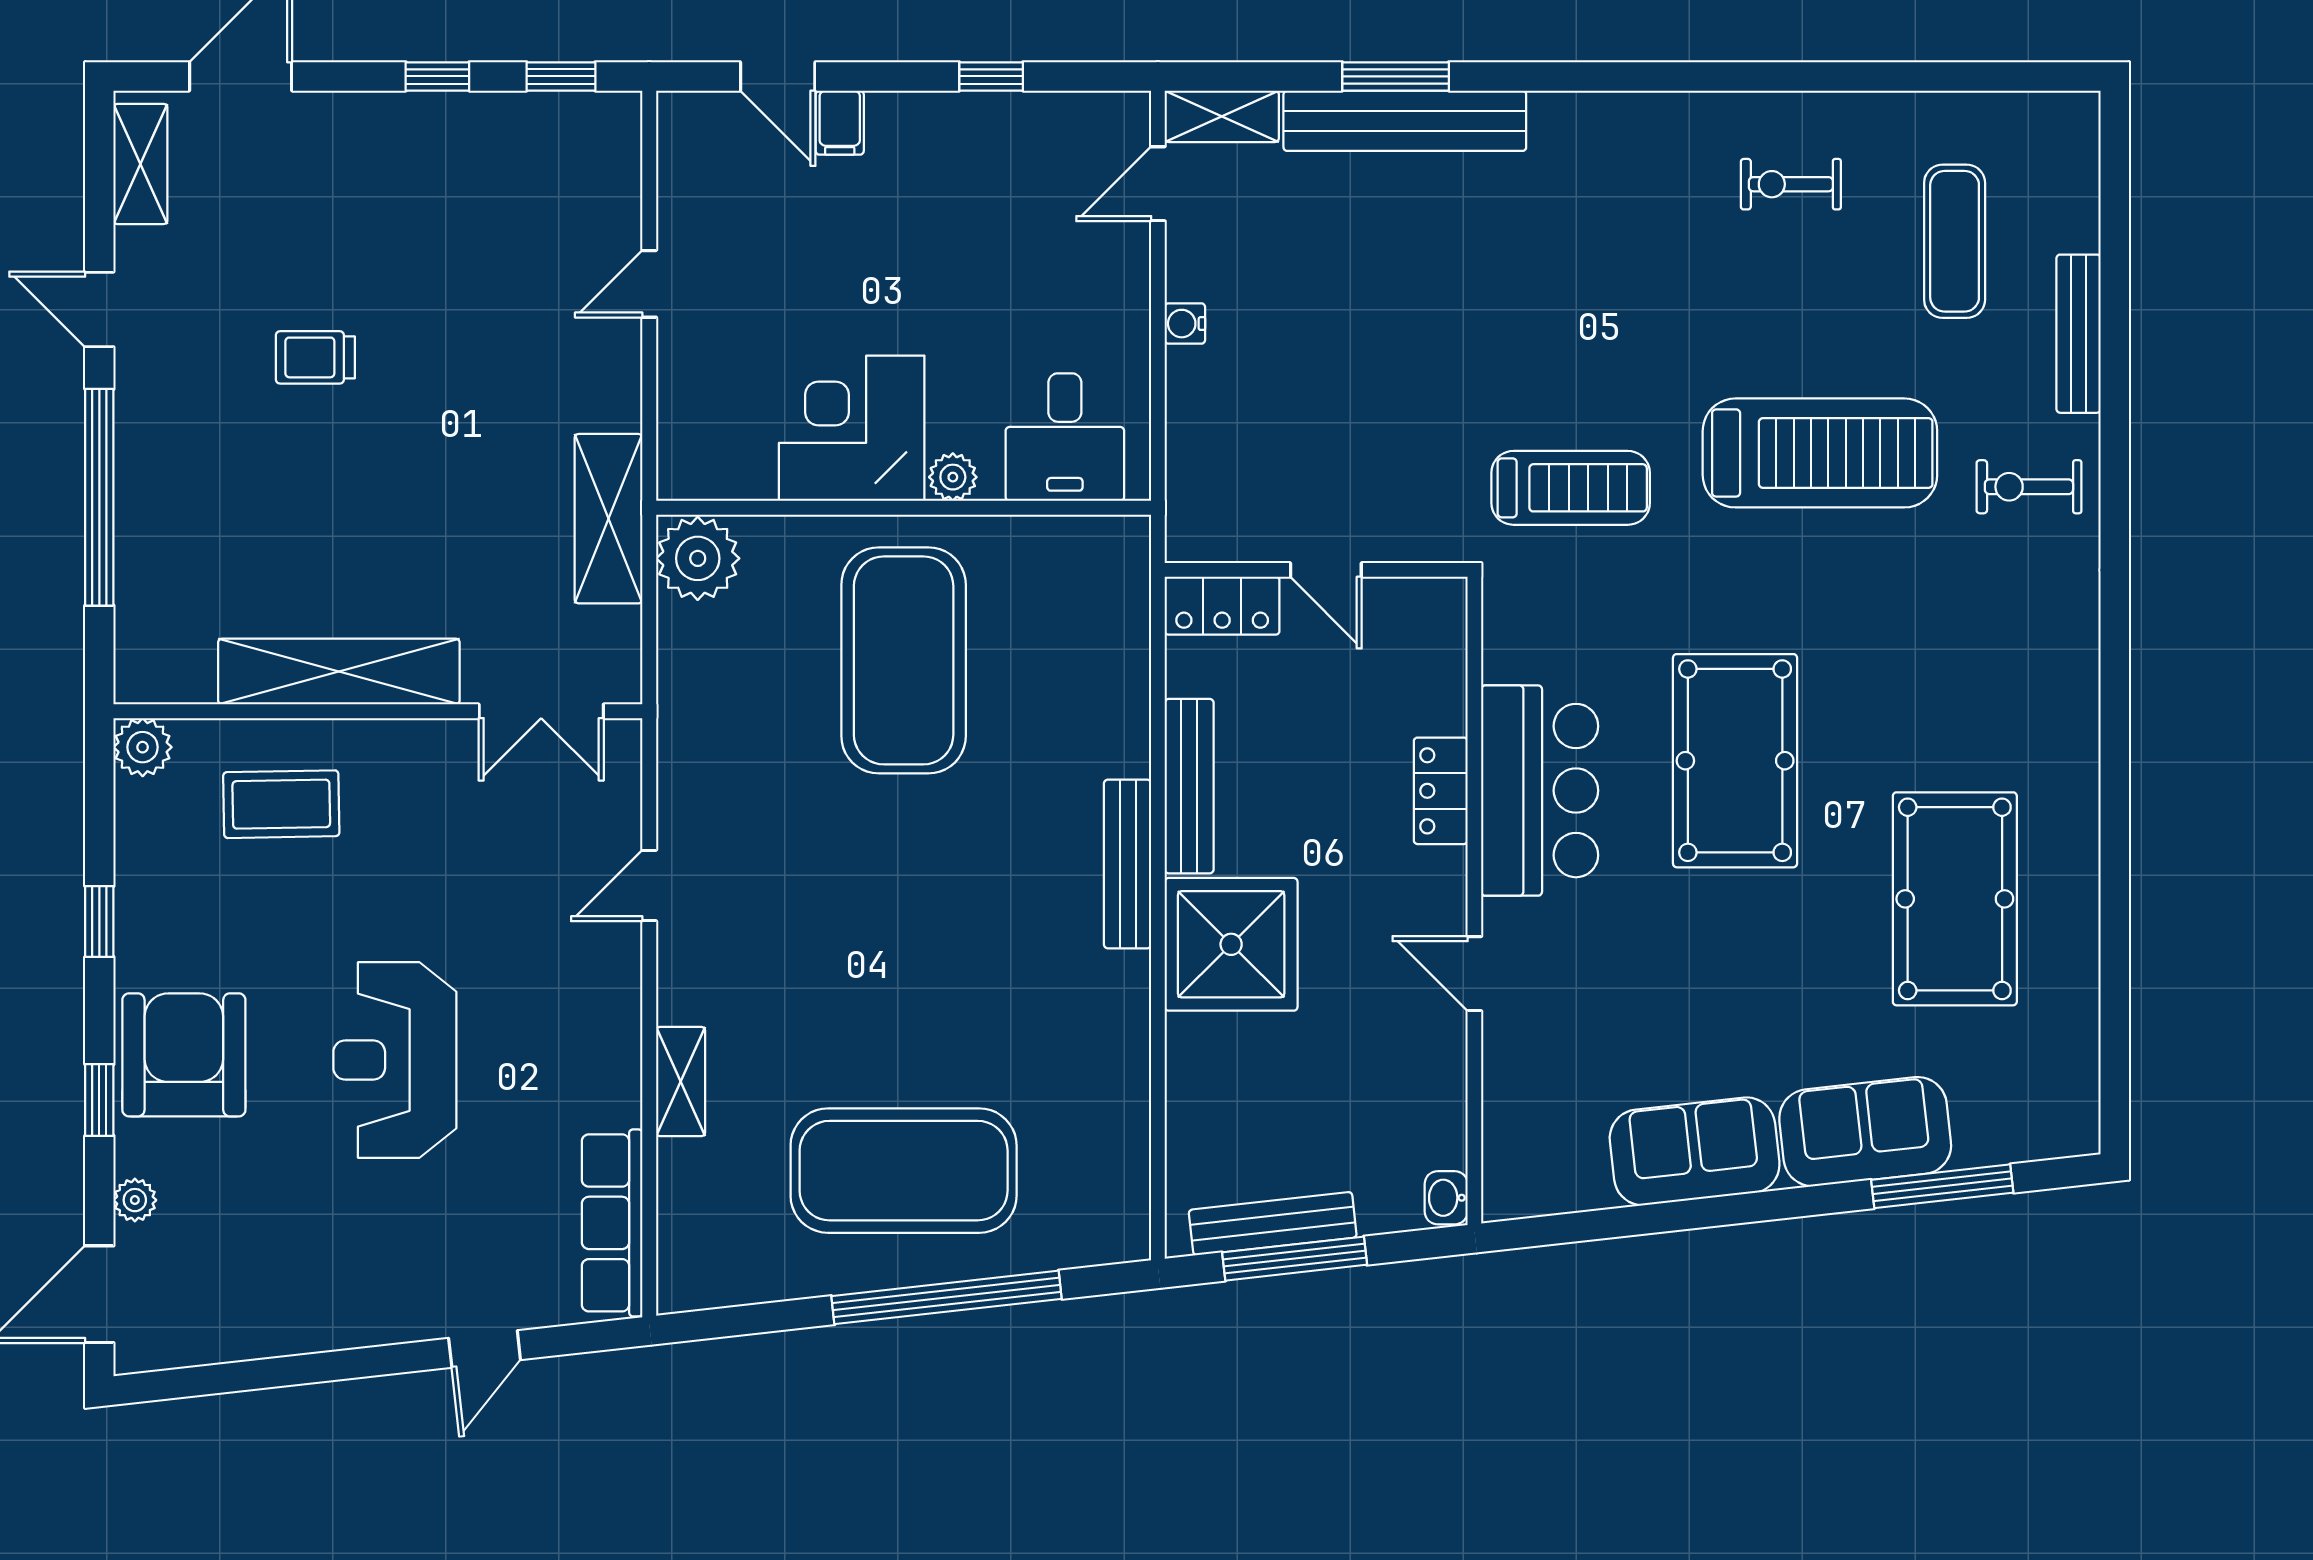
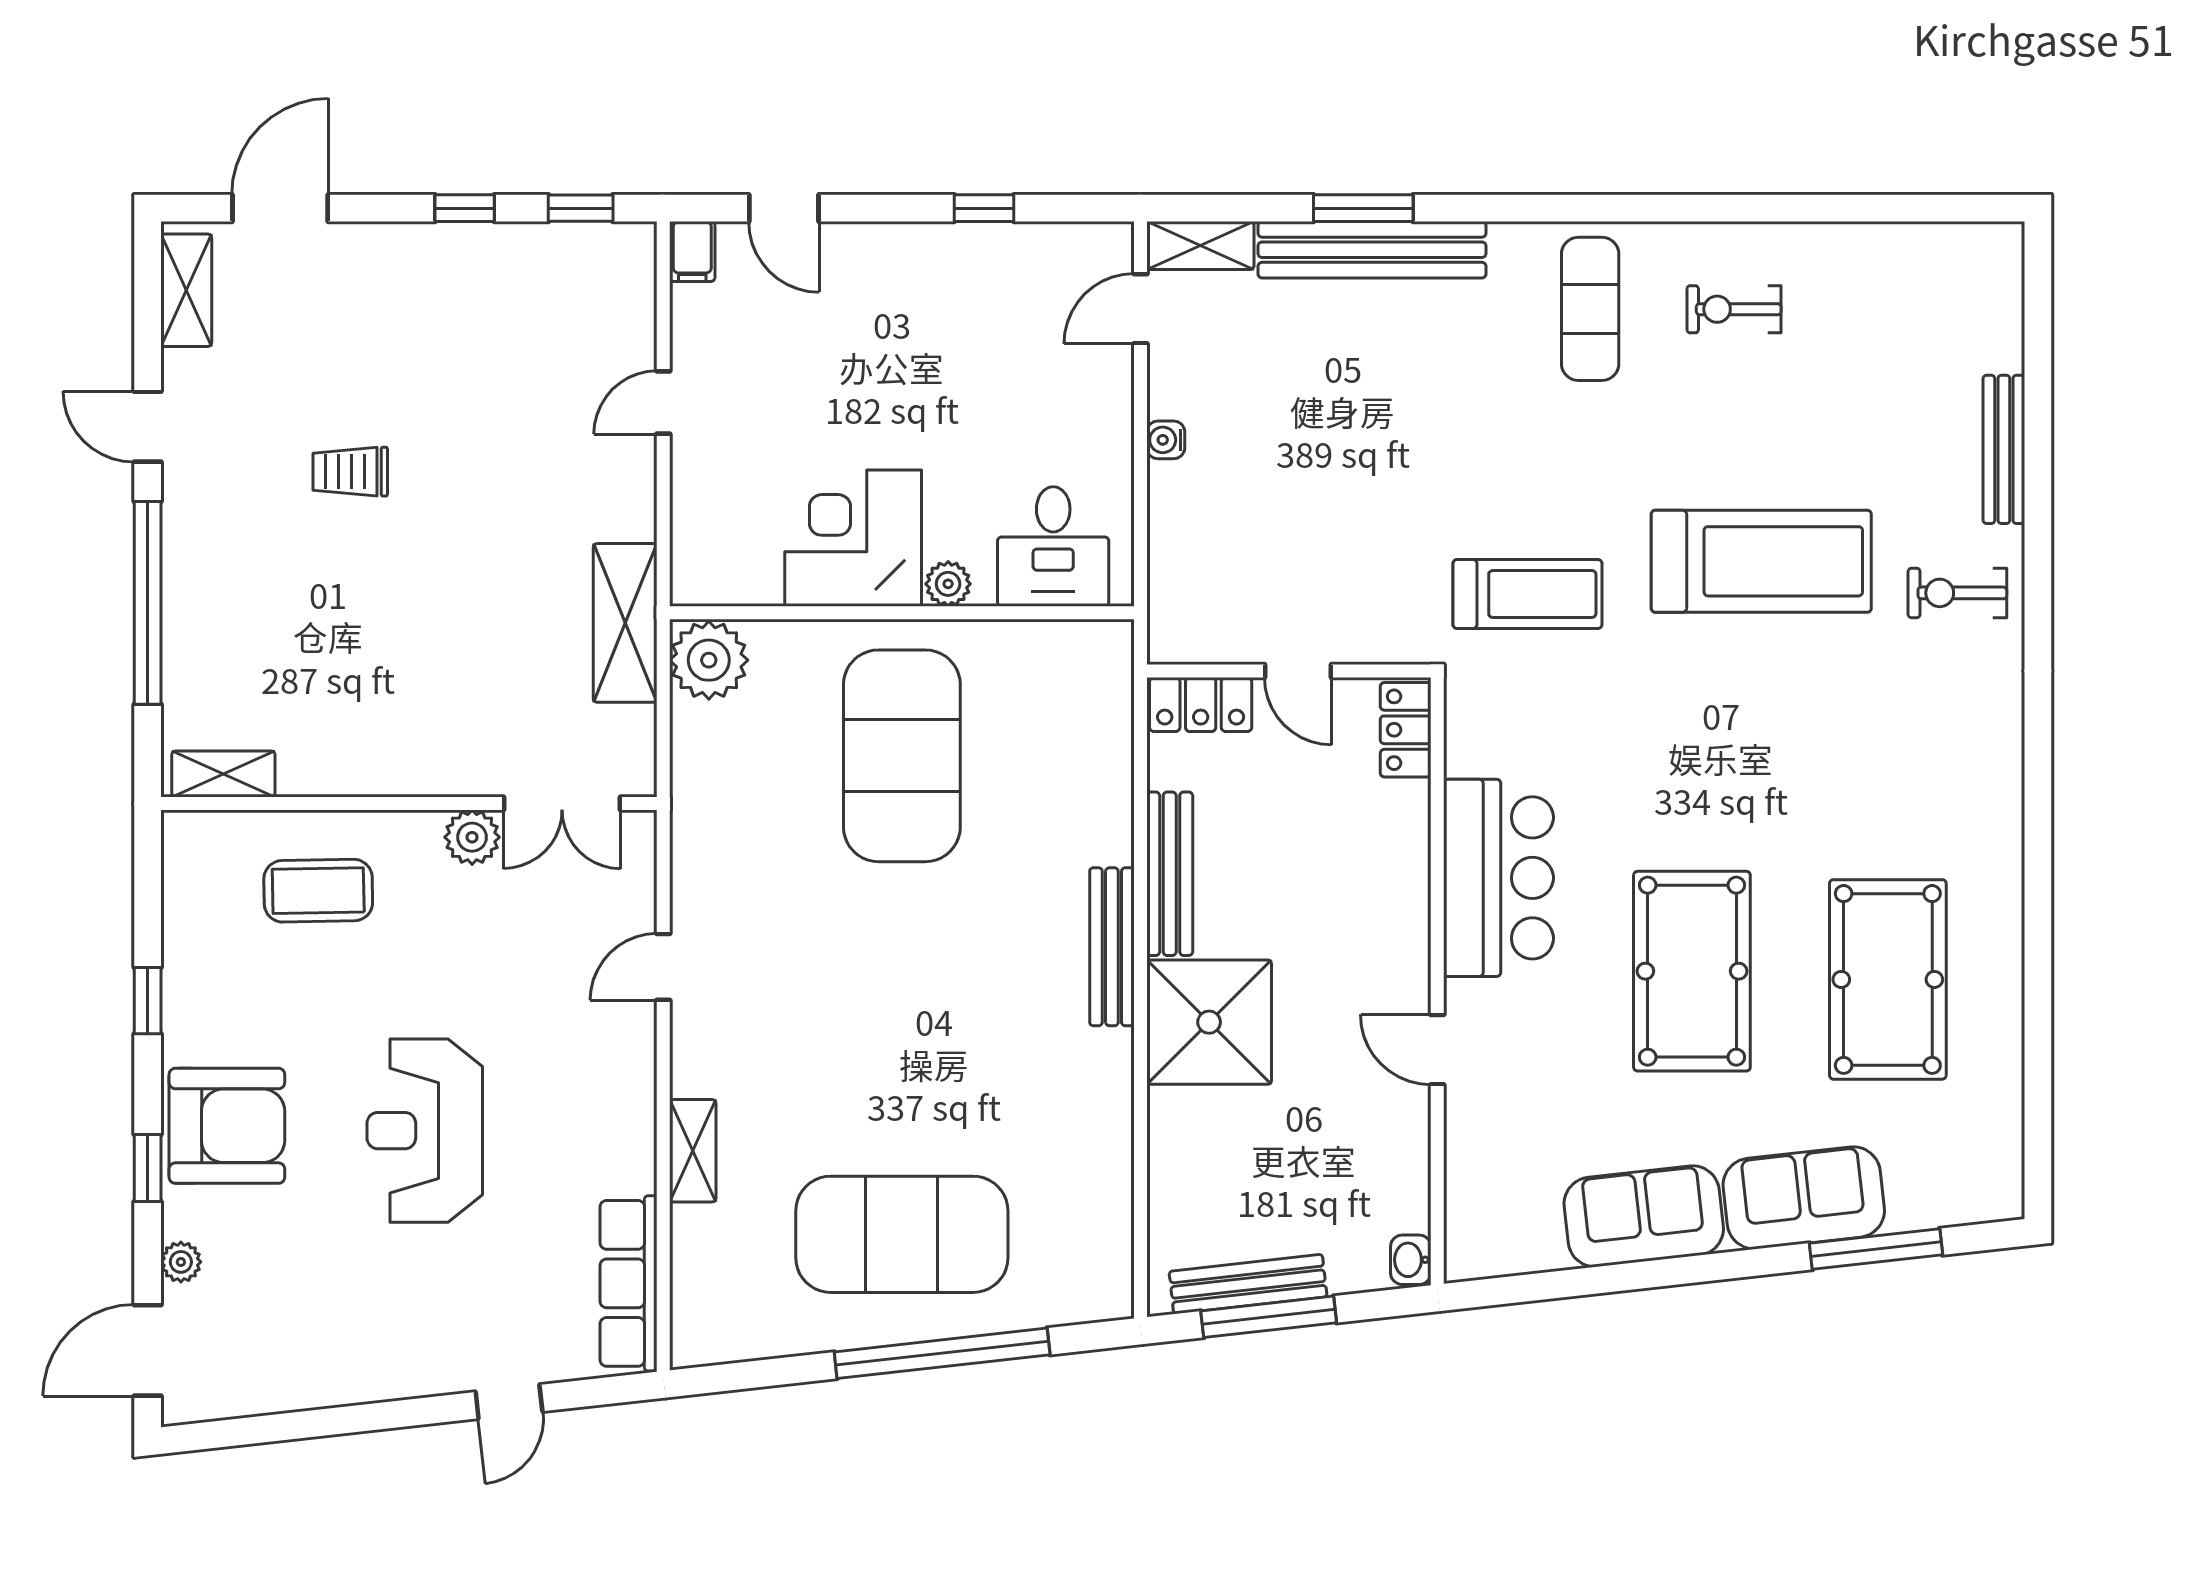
filing cabinet: (840, 123) -> (692, 252), moved
exercise mat: (1955, 241) -> (1590, 309), moved
shelving: (339, 672) -> (223, 774), moved, width x0.45, depth x0.75
plant: (143, 747) -> (472, 837), moved
pool table: (1735, 761) -> (1692, 971), moved
locker: (1441, 791) -> (1406, 730), moved
armchair: (184, 1055) -> (227, 1126), turned 90

